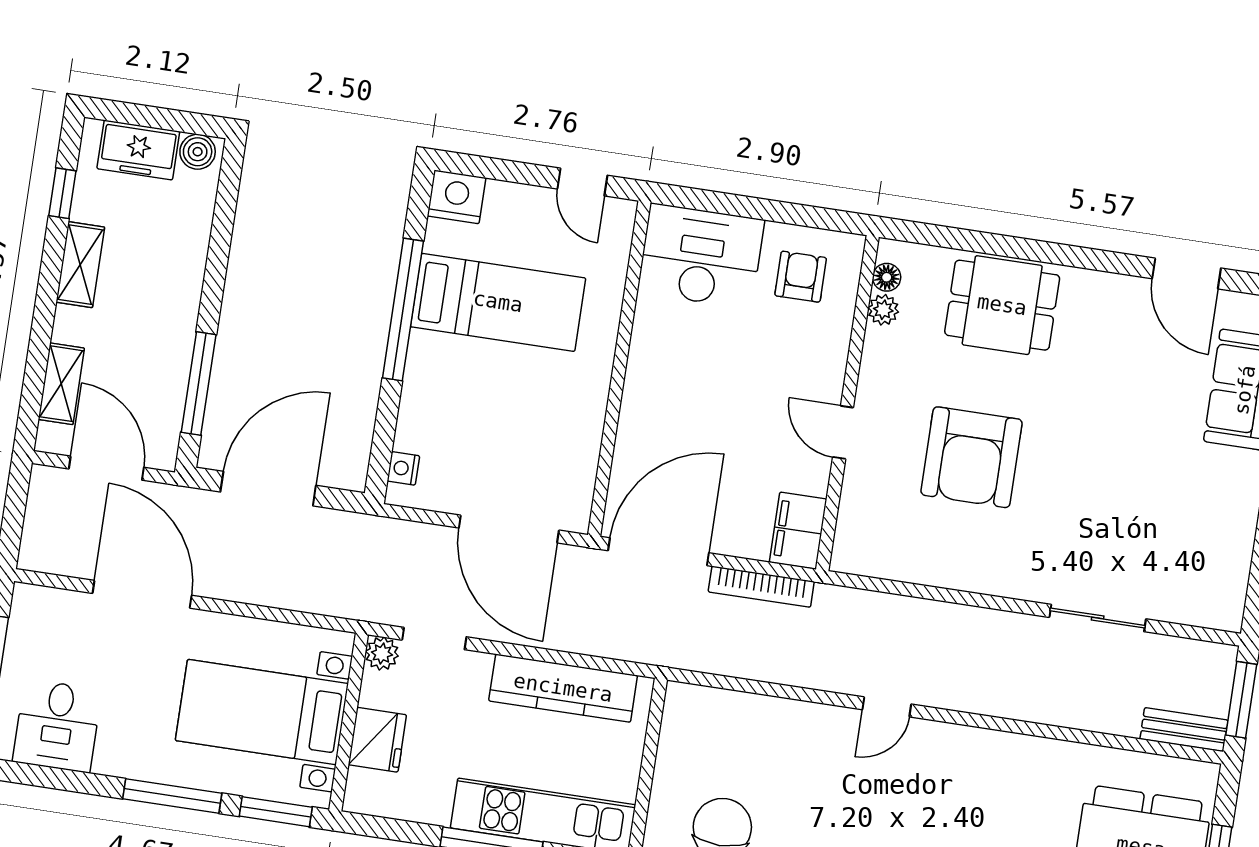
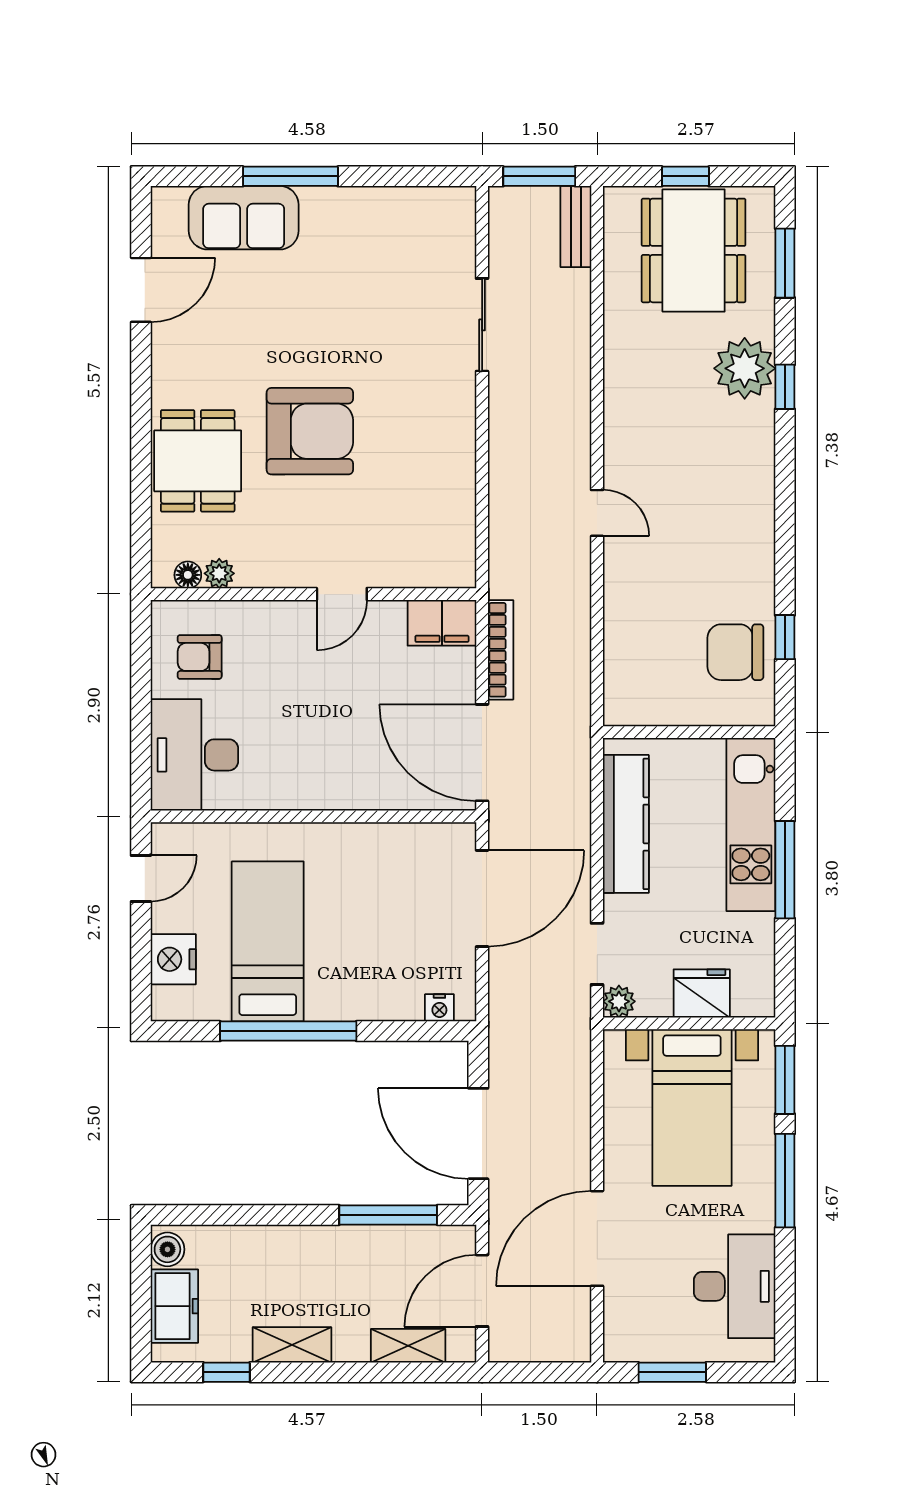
nightstand: (456, 197) -> (173, 959), moved
armchair: (972, 457) -> (310, 431), moved
desk: (57, 726) -> (735, 1286), width x1.37

